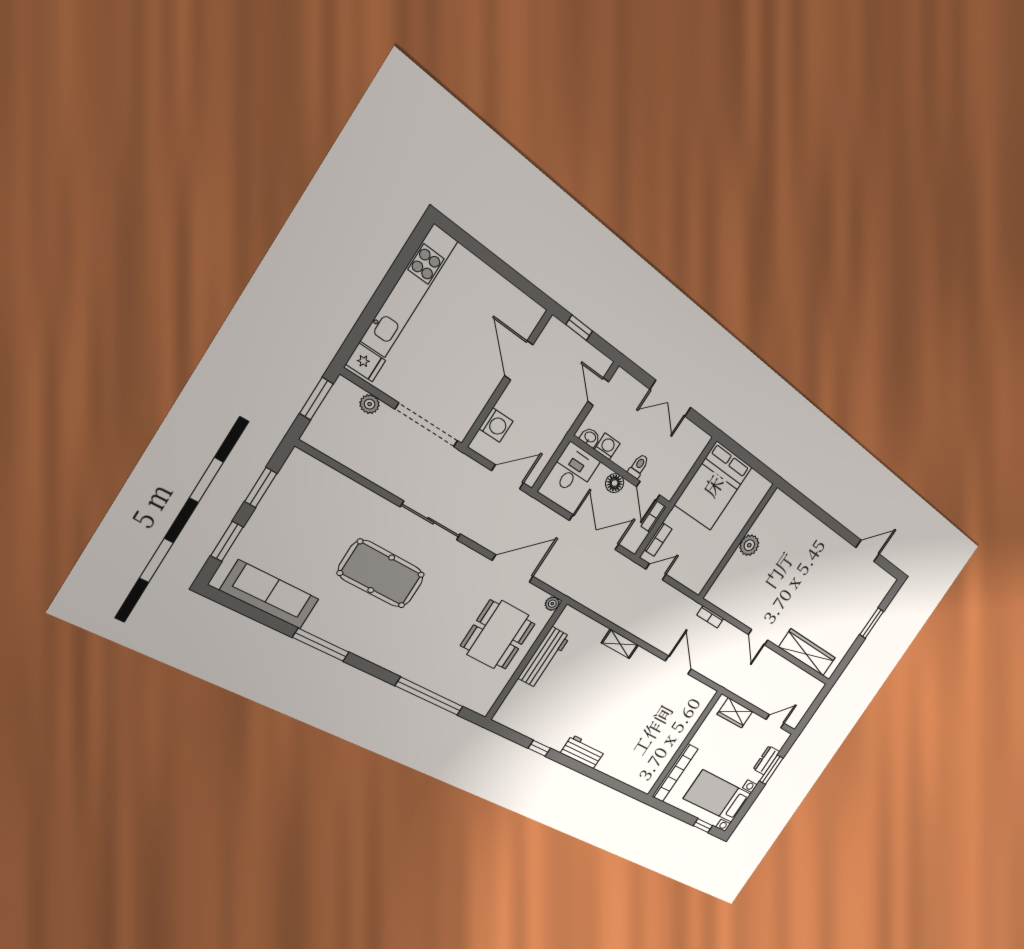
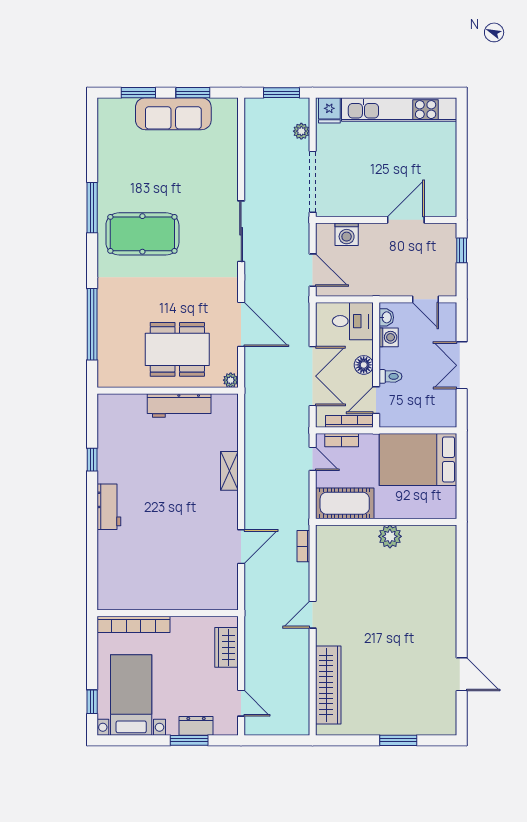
door: (598, 392) -> (425, 299), swing flipped
bookcase: (654, 517) -> (349, 421), width x1.56
cot: (704, 566) -> (345, 503), added
pool table: (381, 574) -> (142, 234), moved, turned 90
sofa: (270, 595) -> (173, 114), moved, turned 90

